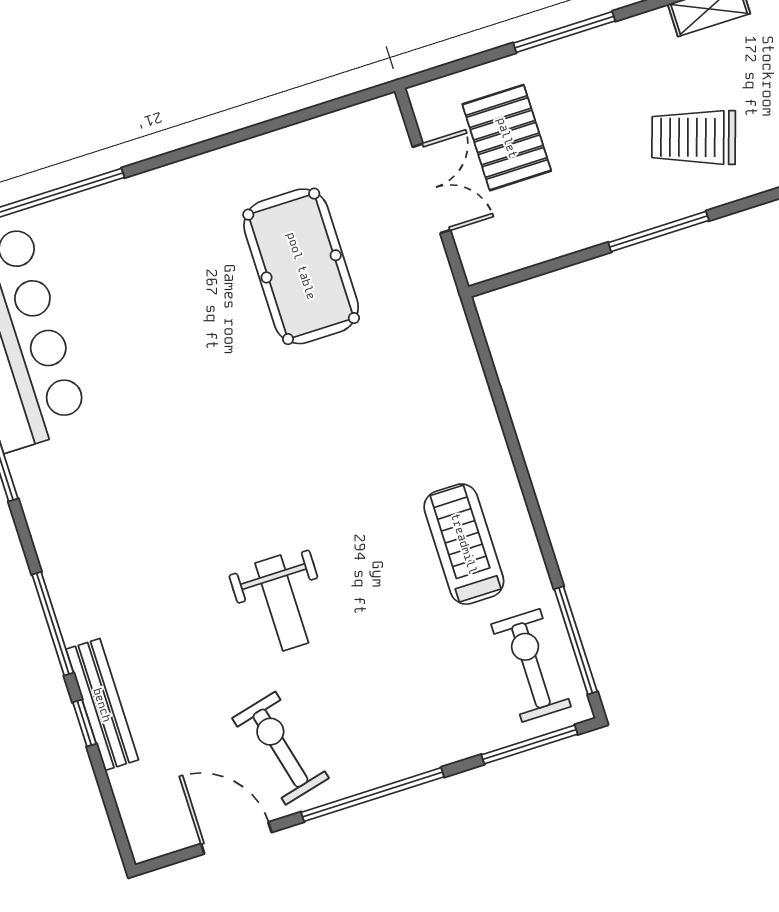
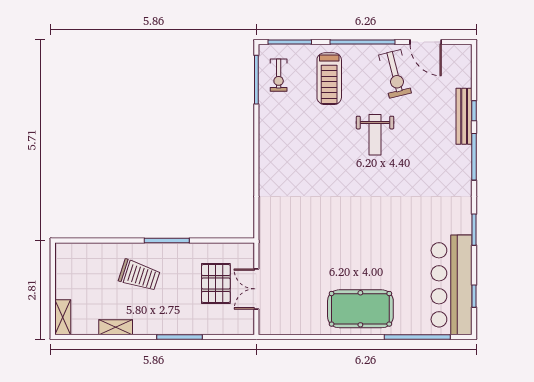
pallet: (507, 138) -> (216, 284), moved
pool table: (301, 266) -> (360, 309), moved, turned 90
treadmill: (464, 544) -> (329, 79), moved
weight bench: (282, 603) -> (375, 135), turned 180
exercise bike: (531, 665) -> (279, 75), width x0.73, depth x0.72

